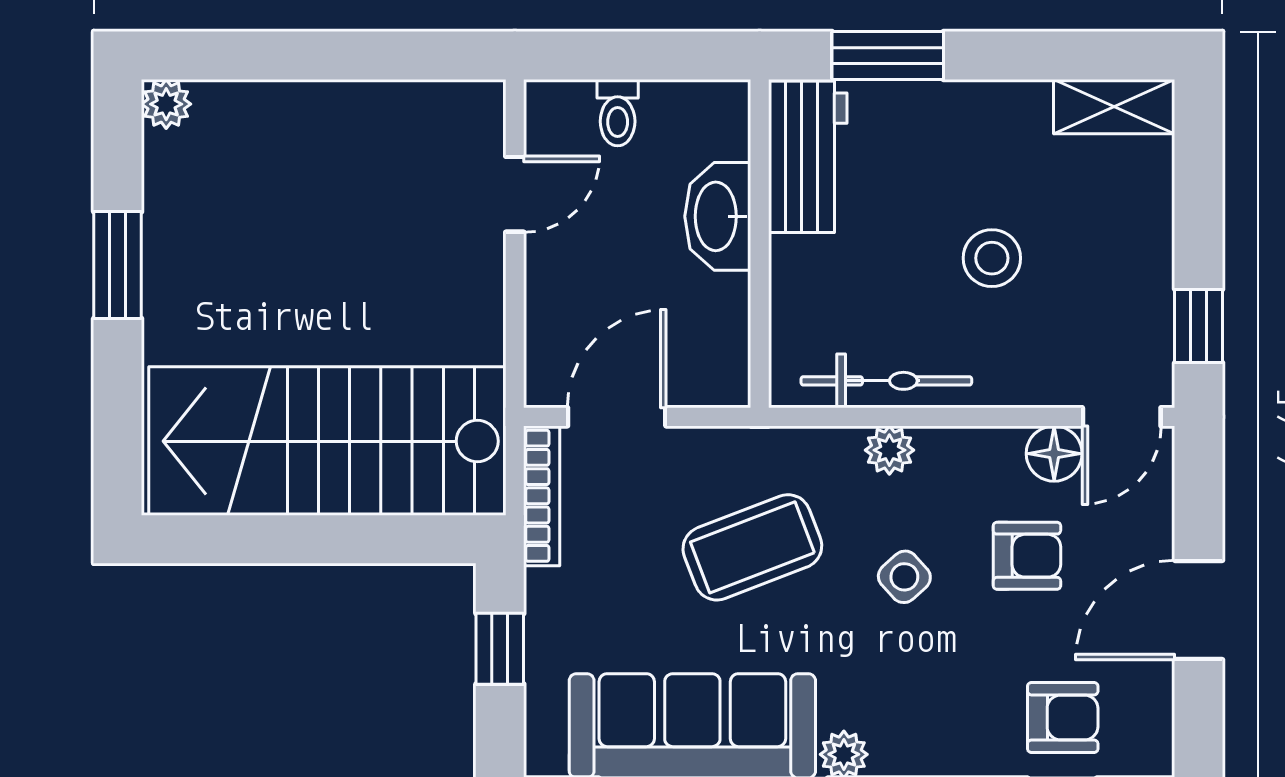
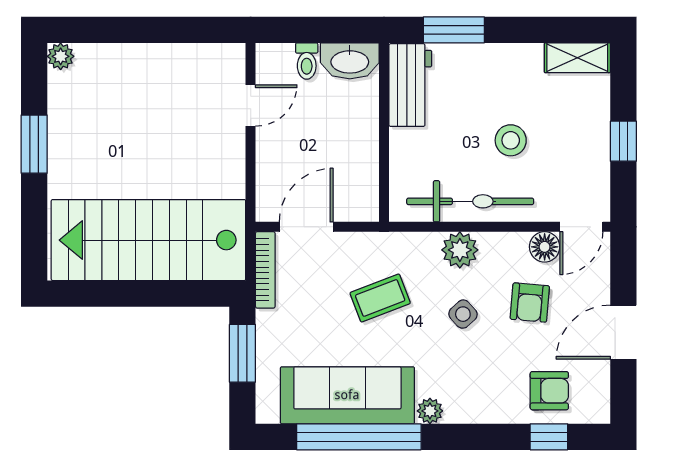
washbasin: (718, 216) -> (350, 61), moved, turned -90
window: (1199, 326) -> (623, 141), moved
bicycle: (886, 381) -> (470, 201), width x1.37, depth x1.40
plant: (889, 450) -> (460, 250), width x1.38, depth x1.38
coffee table: (752, 547) -> (380, 298), width x0.73, depth x0.77
armchair: (1027, 556) -> (530, 303), turned 95
window: (500, 649) -> (242, 353), width x1.50

